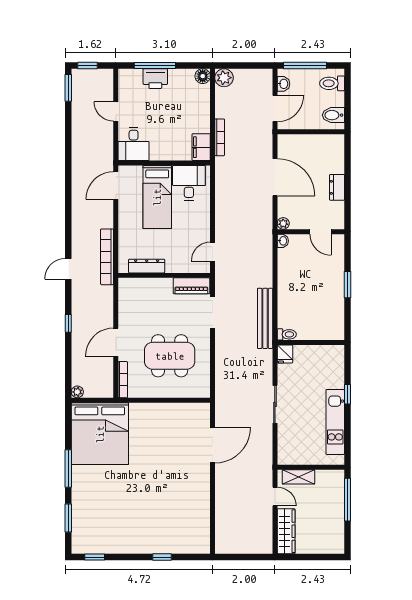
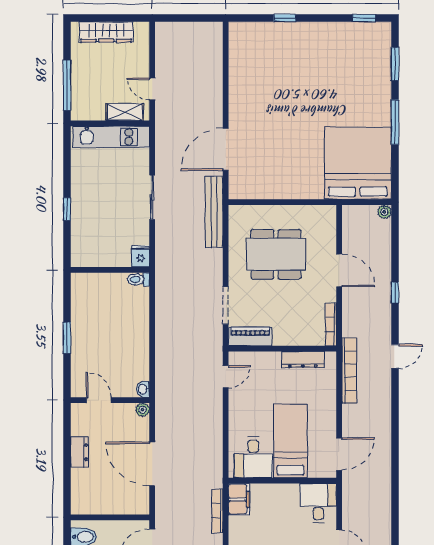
bench: (265, 318) -> (214, 212), moved
door: (116, 342) -> (339, 270), hinge flipped
bookcase: (123, 380) -> (331, 325), moved
kitchen unit: (335, 422) -> (111, 137), moved, turned 90
wardrobe: (286, 531) -> (106, 32), moved, turned -90

